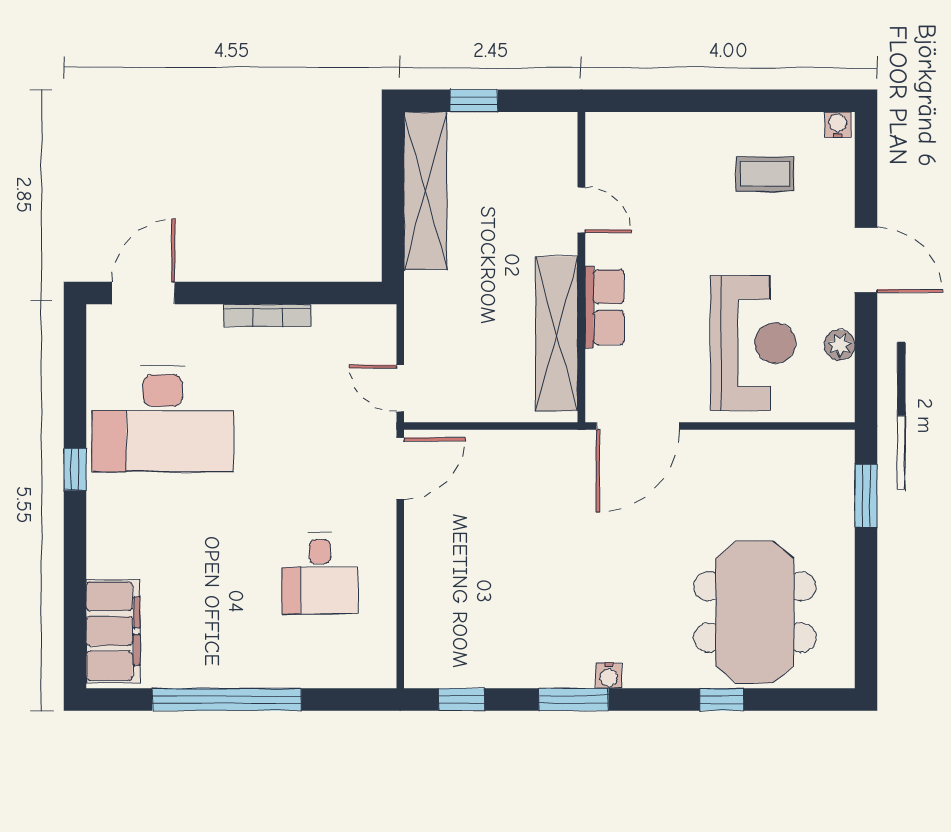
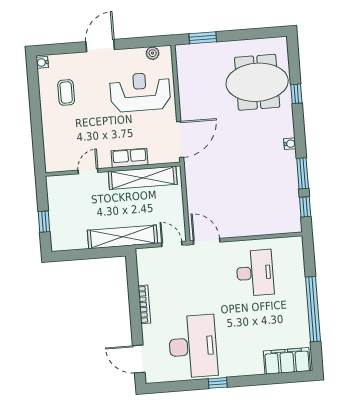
shelving: (425, 191) -> (123, 237), moved
plant: (840, 345) -> (153, 53), moved
door: (400, 389) -> (172, 244), swing flipped
door: (638, 426) -> (180, 139), hinge flipped
desk: (320, 574) -> (255, 273), width x1.37
window: (574, 700) -> (303, 173), moved

